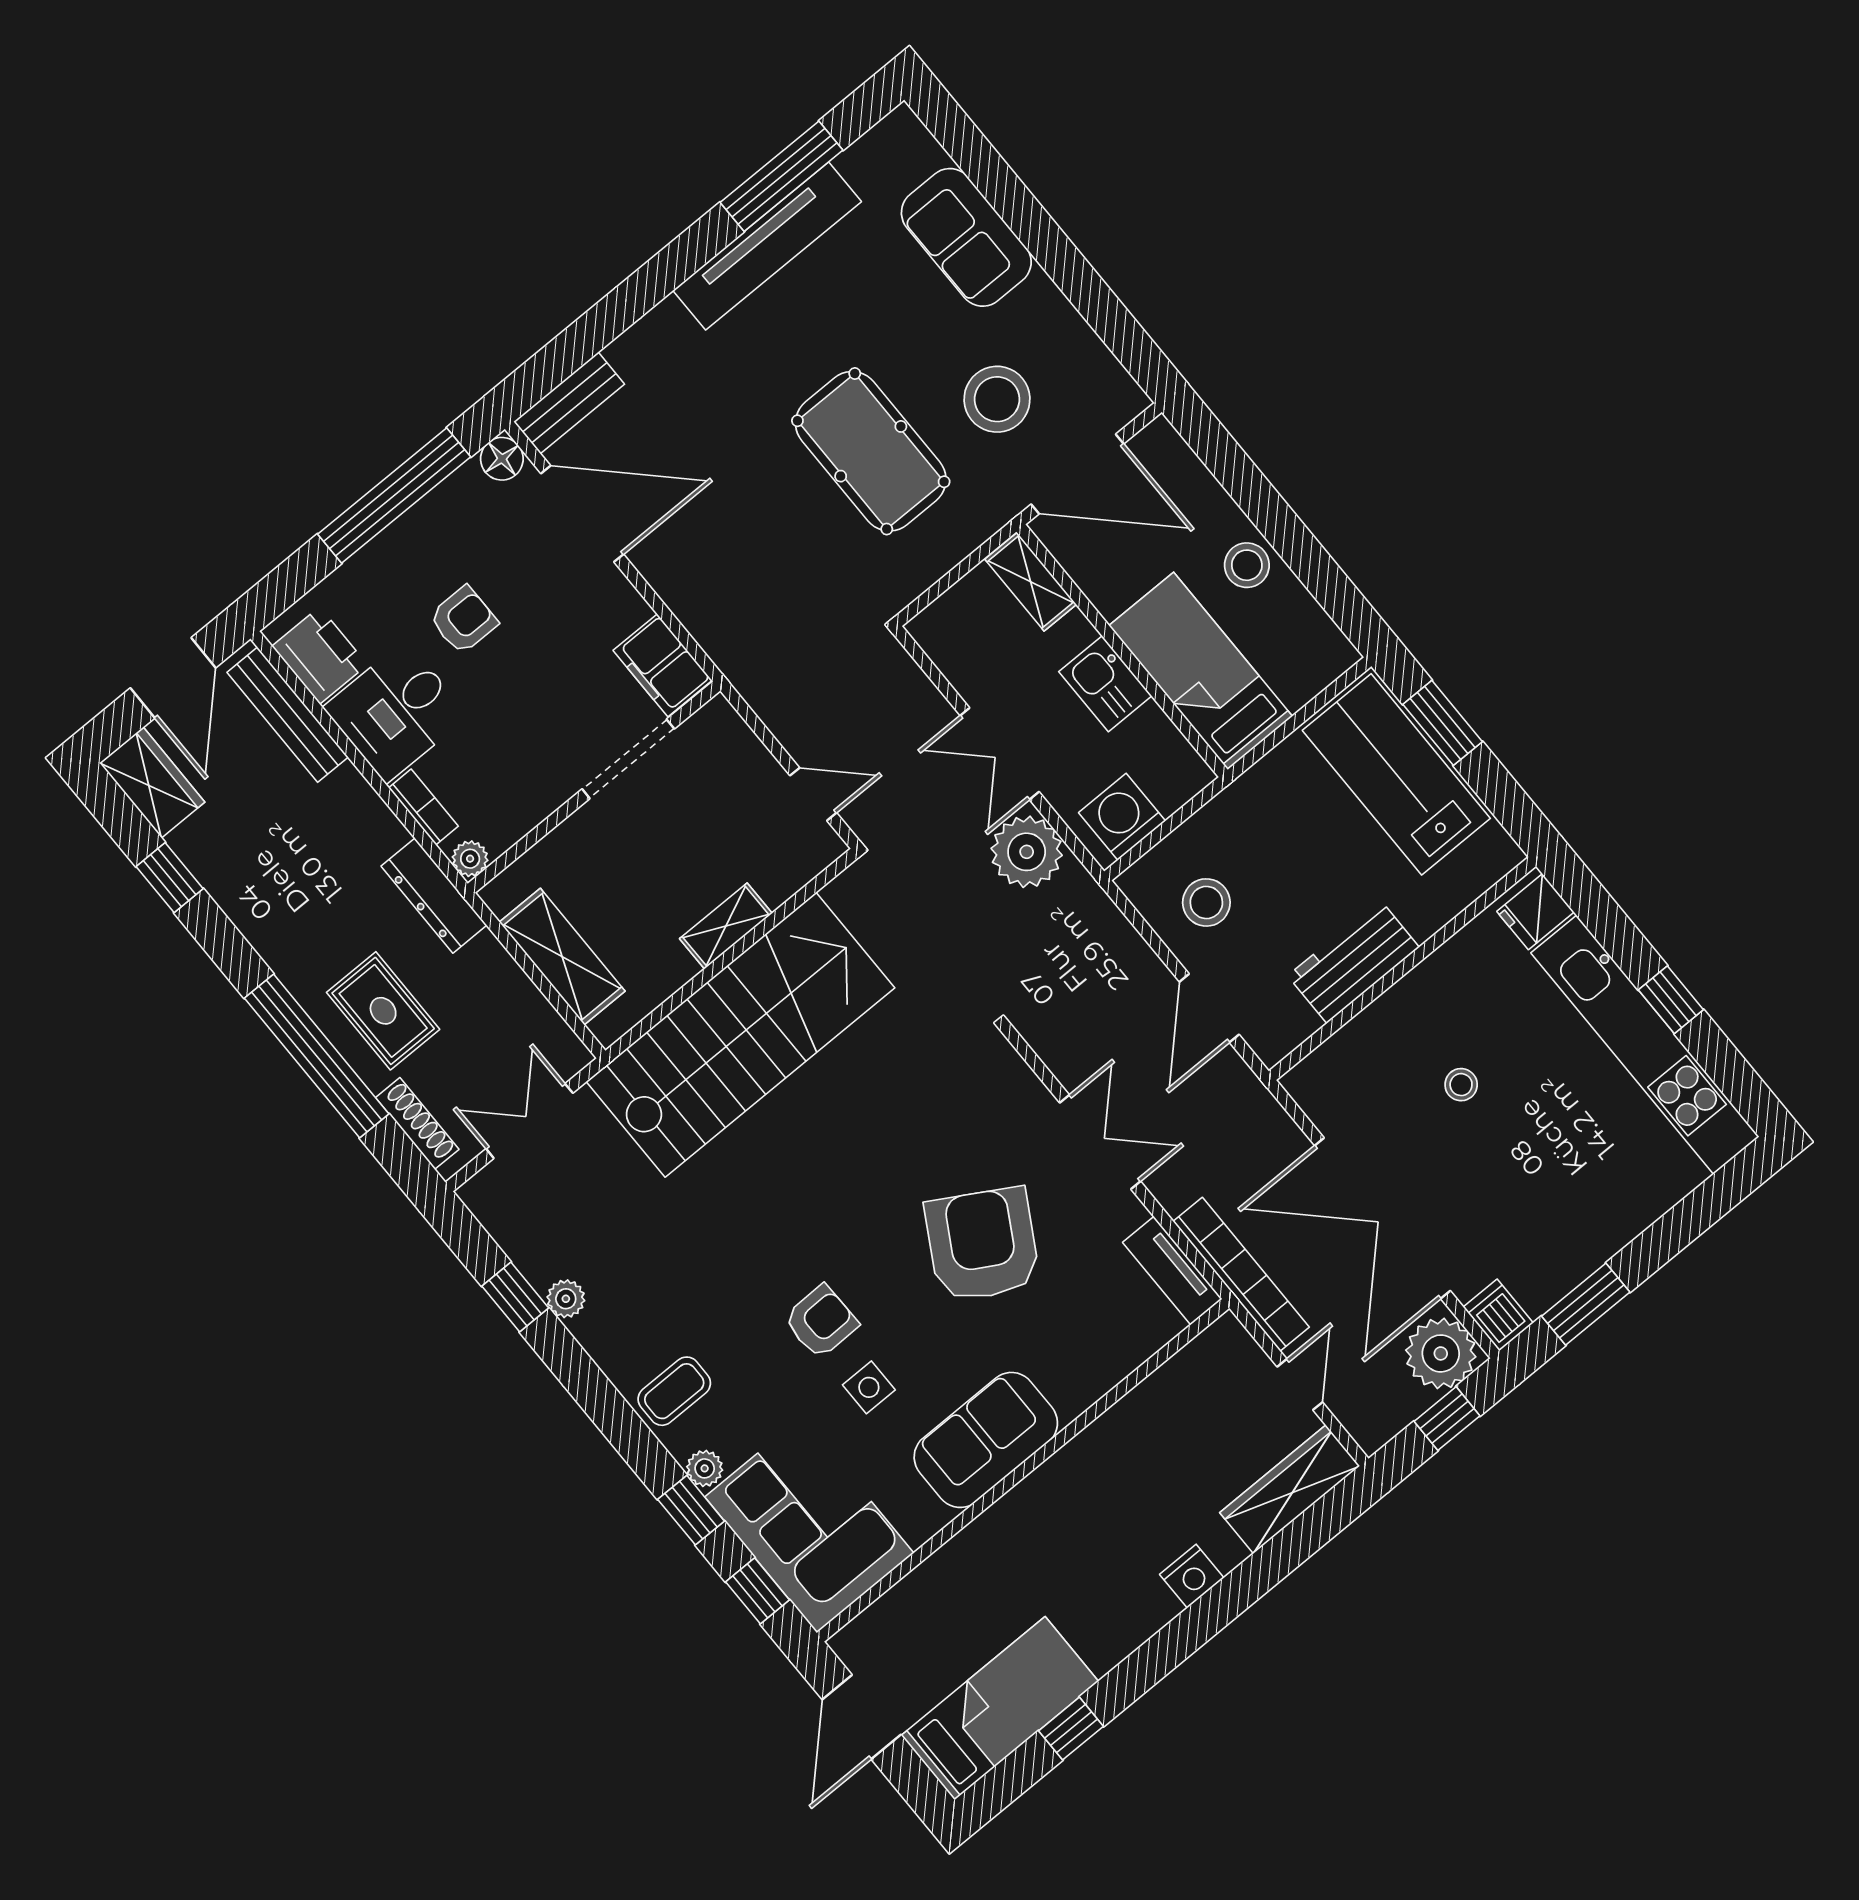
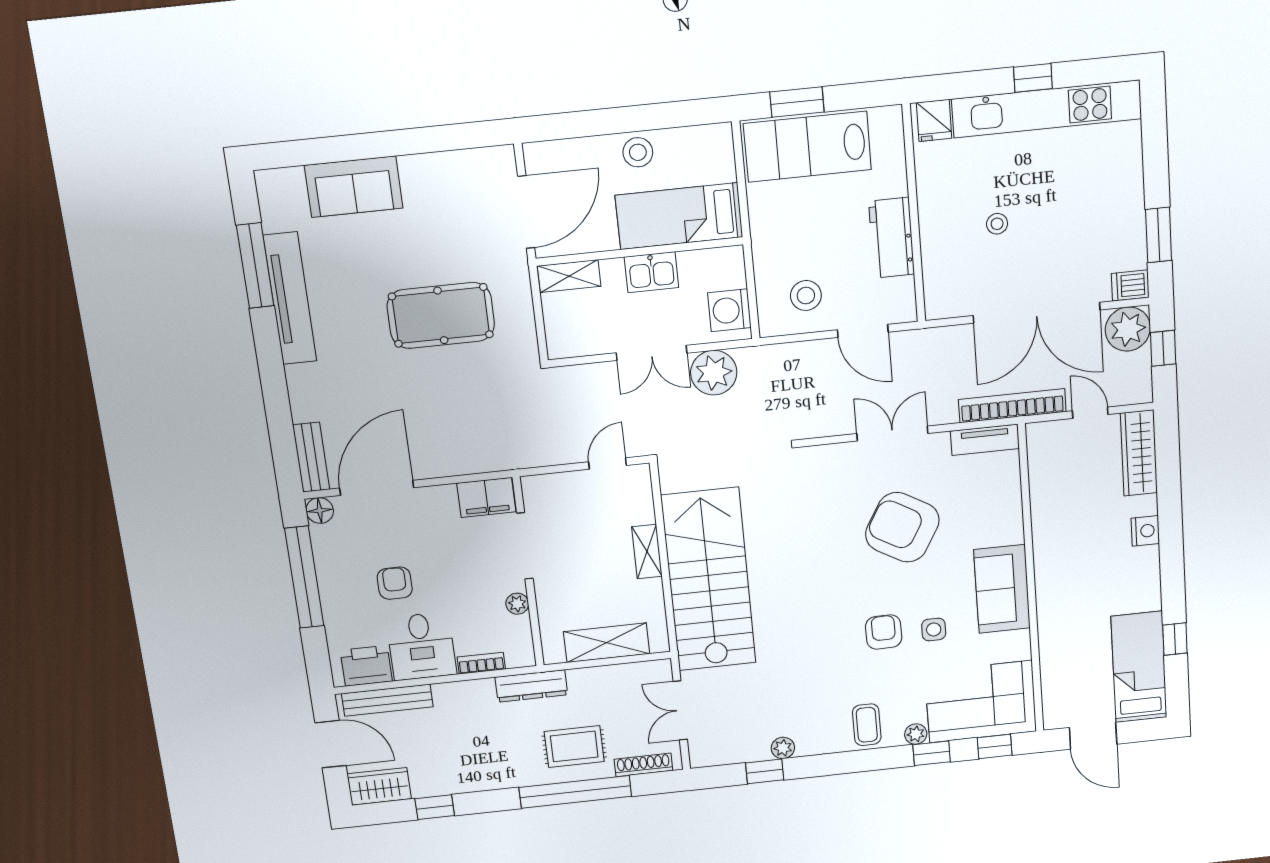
stool: (997, 399) -> (456, 229), removed
plant: (470, 859) -> (517, 604), moved

